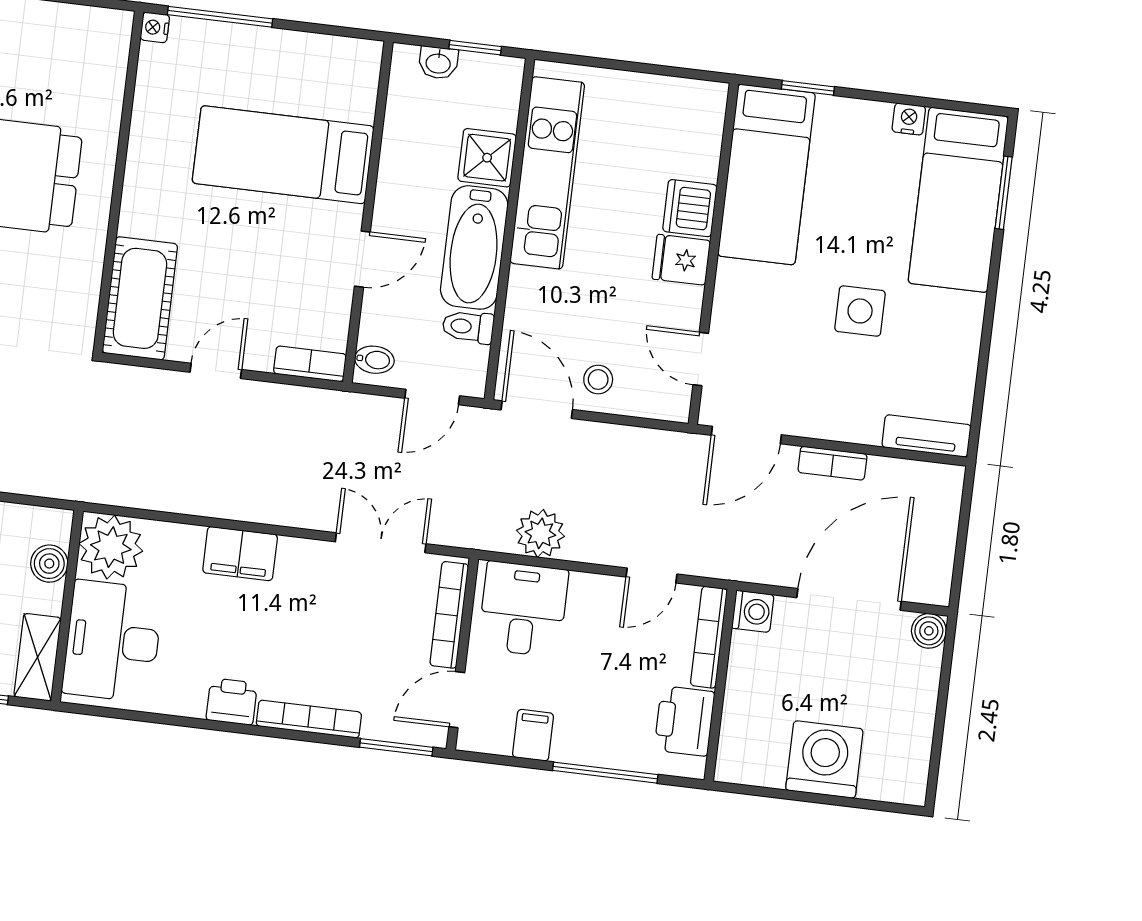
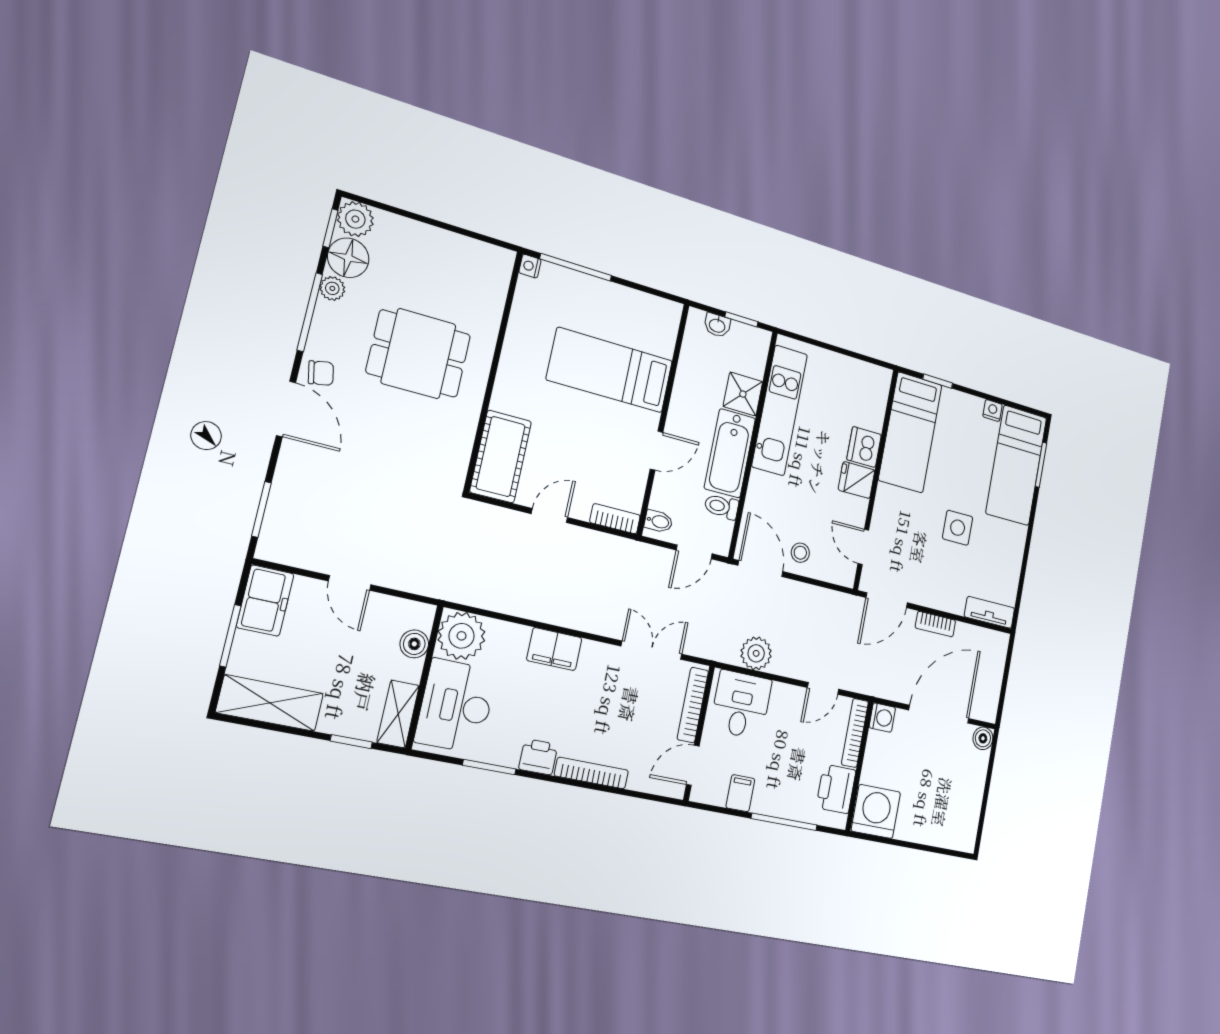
window: (396, 747) -> (489, 767), moved
washing machine: (824, 760) -> (876, 811), moved

